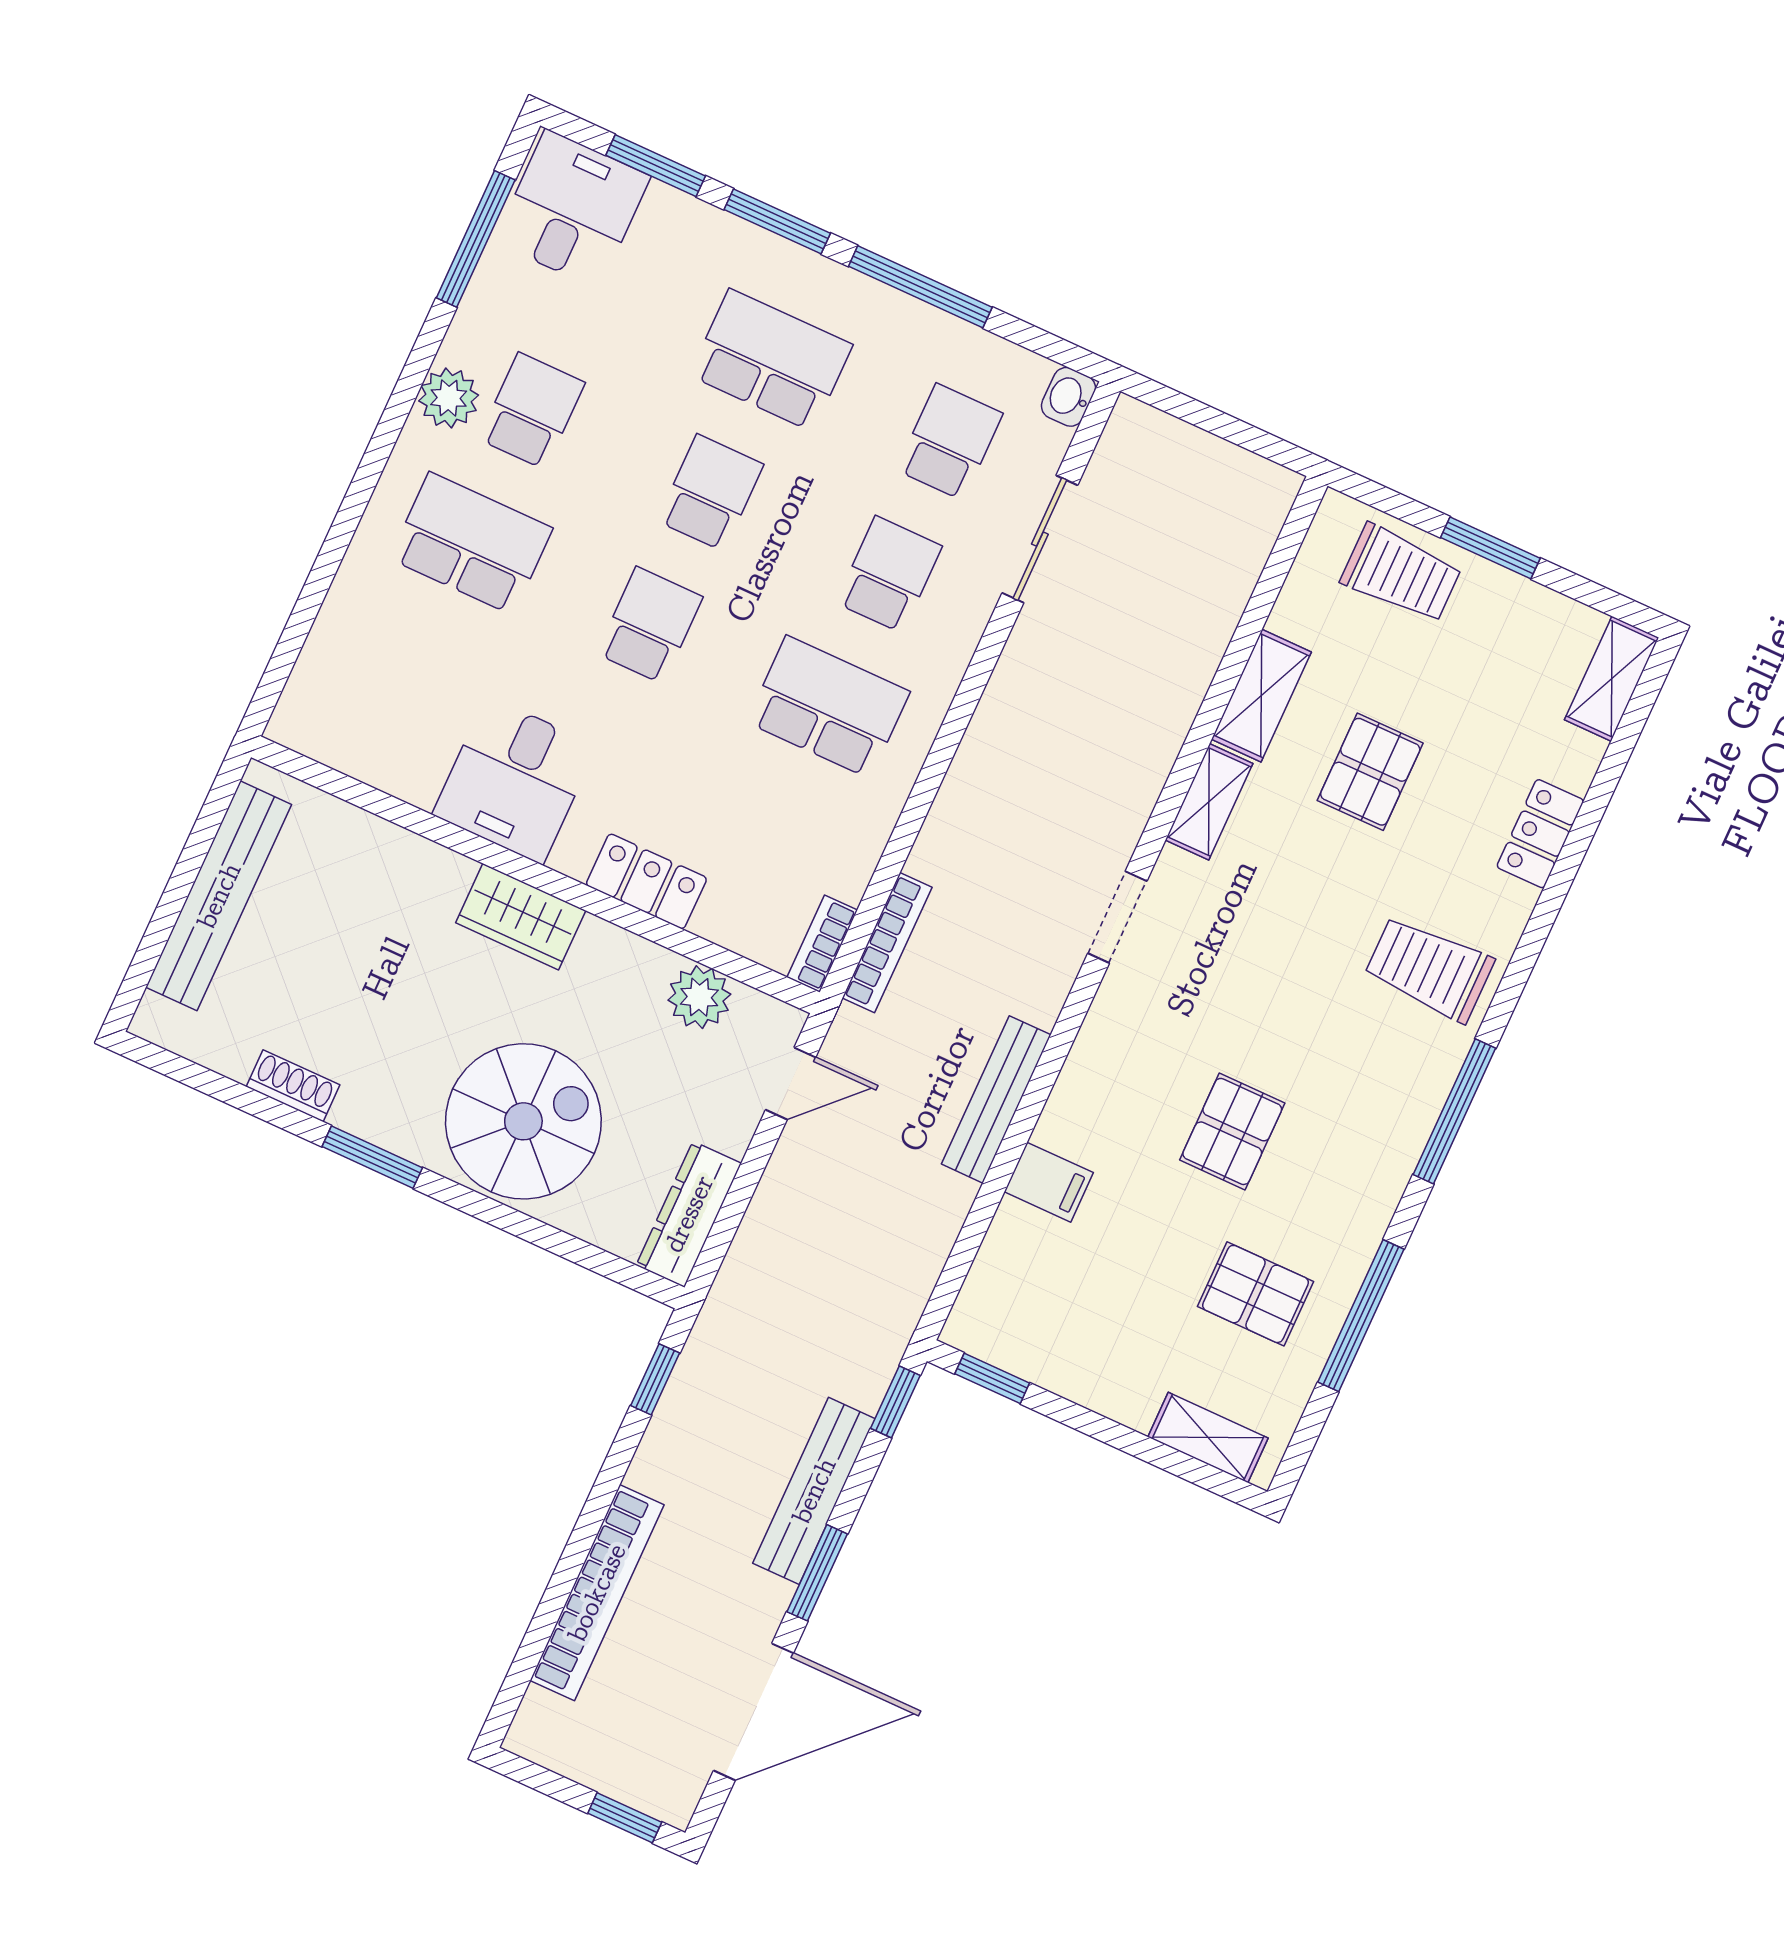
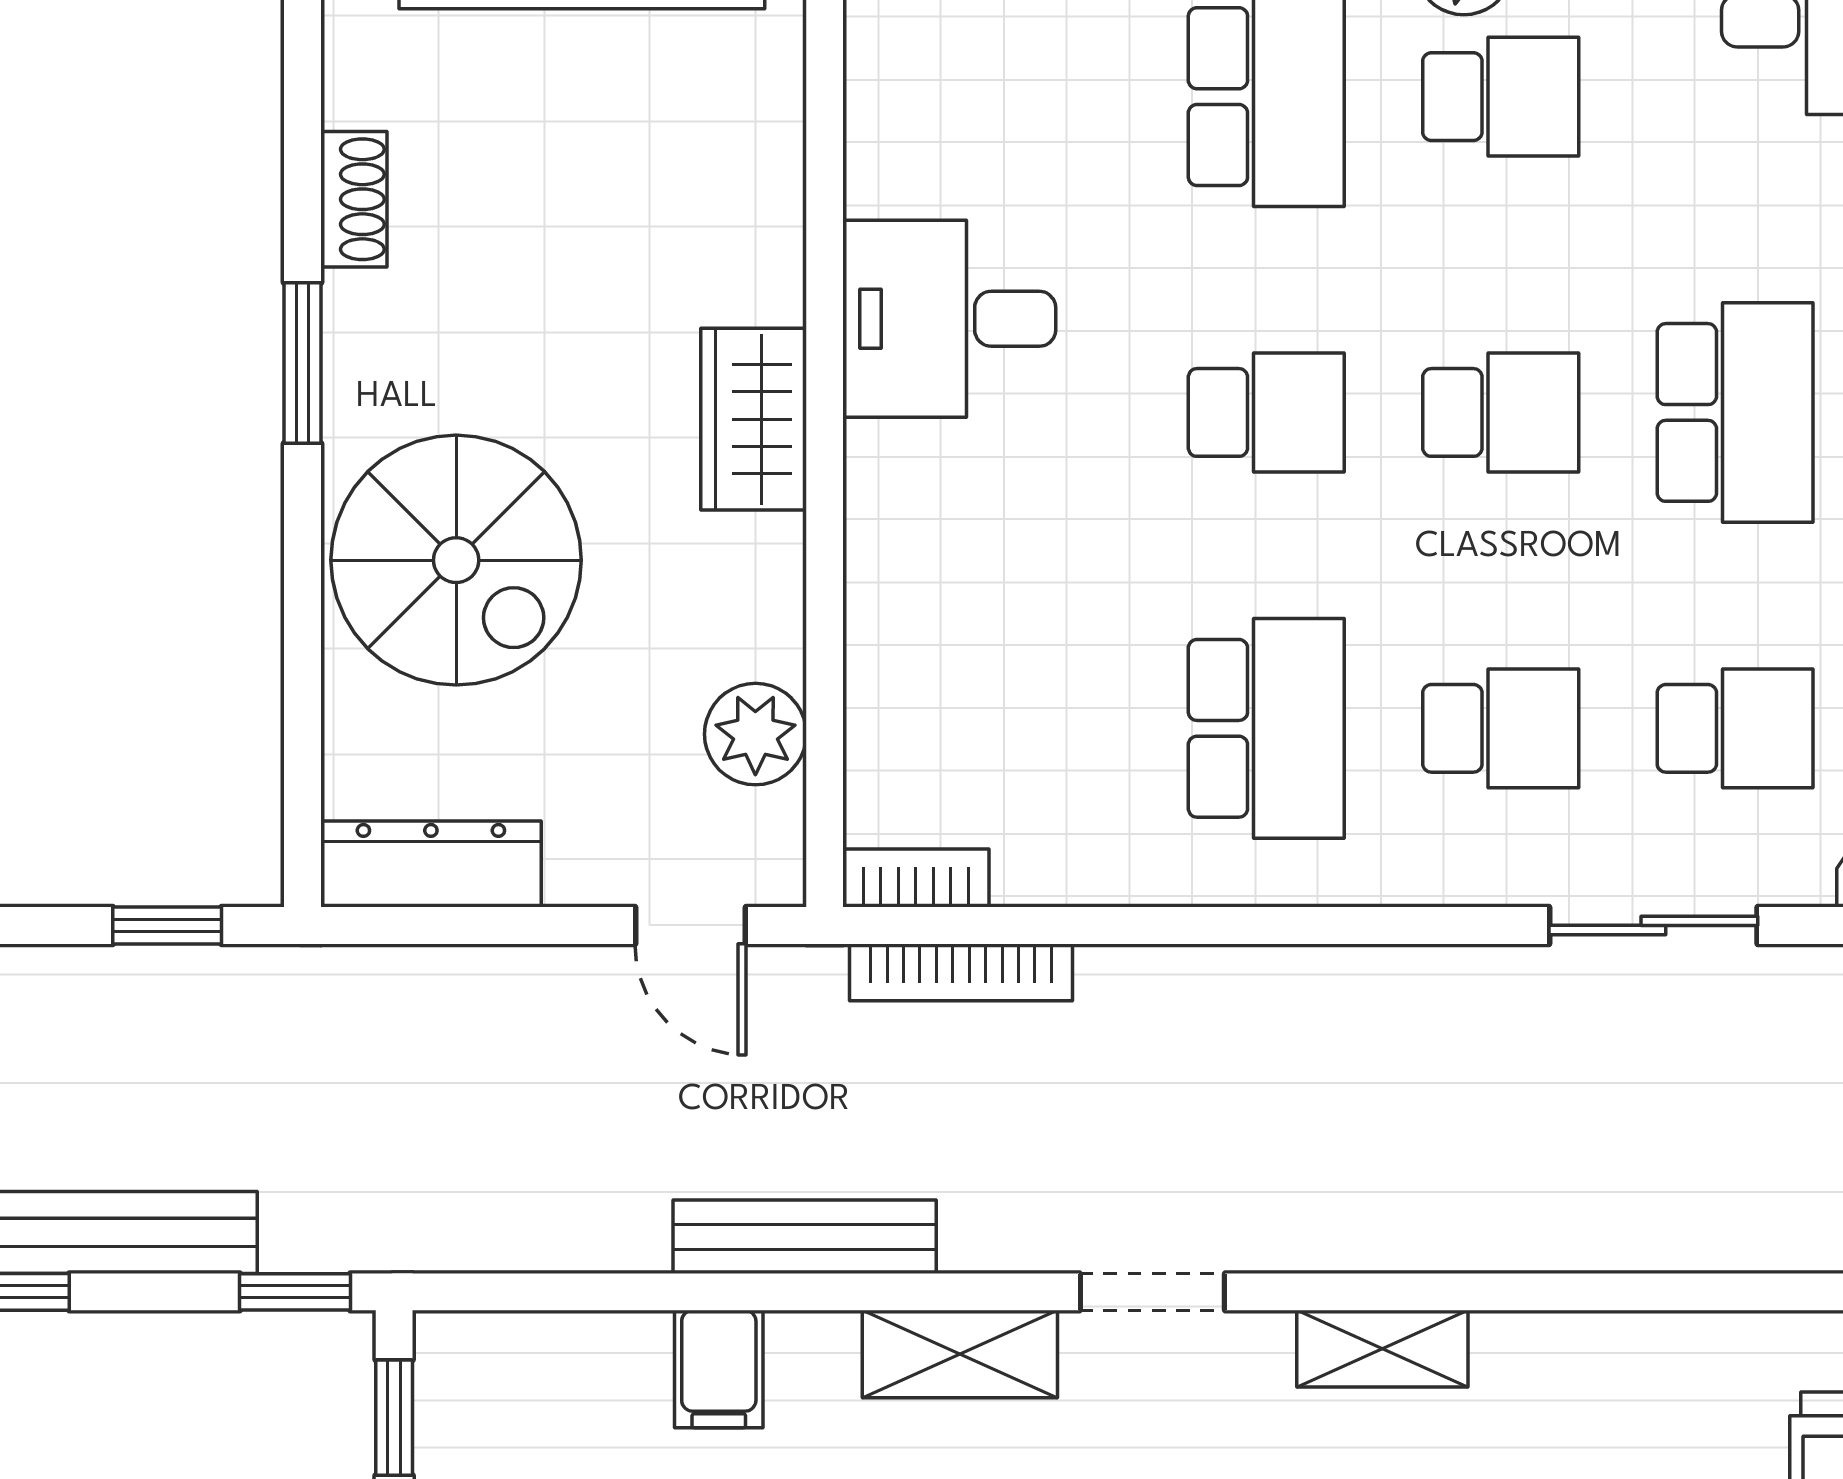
shelving: (1261, 696) -> (960, 1354), moved
locker: (646, 881) -> (889, 579), removed

